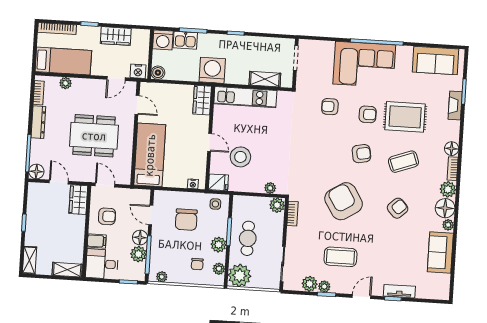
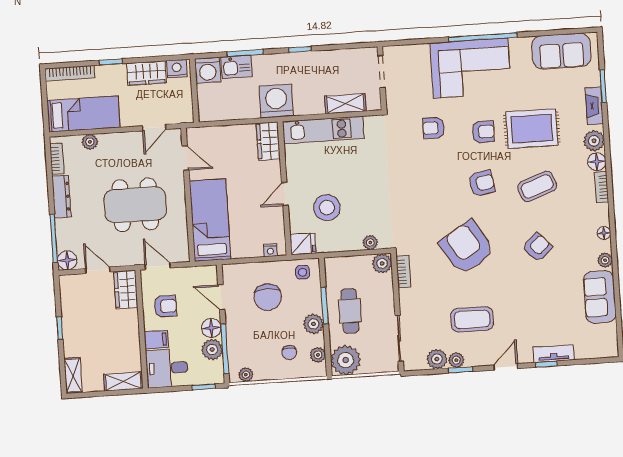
nightstand: (138, 71) -> (177, 69), moved, turned 180
boiler: (158, 73) -> (207, 113), removed
door: (210, 142) -> (285, 194), swing flipped
plant: (448, 189) -> (594, 141), moved
floor lamp: (445, 208) -> (604, 233), width x0.53, depth x0.53

